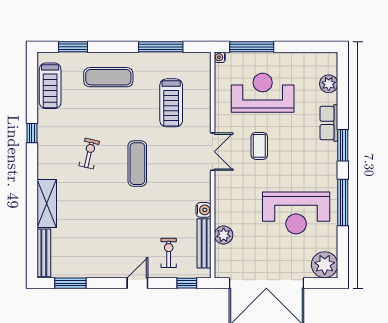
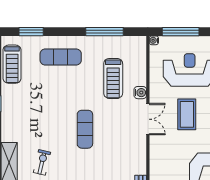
coffee table: (259, 146) -> (187, 114), width x1.36, depth x1.30
exercise bike: (89, 153) -> (42, 162), moved
water cooler: (204, 210) -> (140, 93), moved

